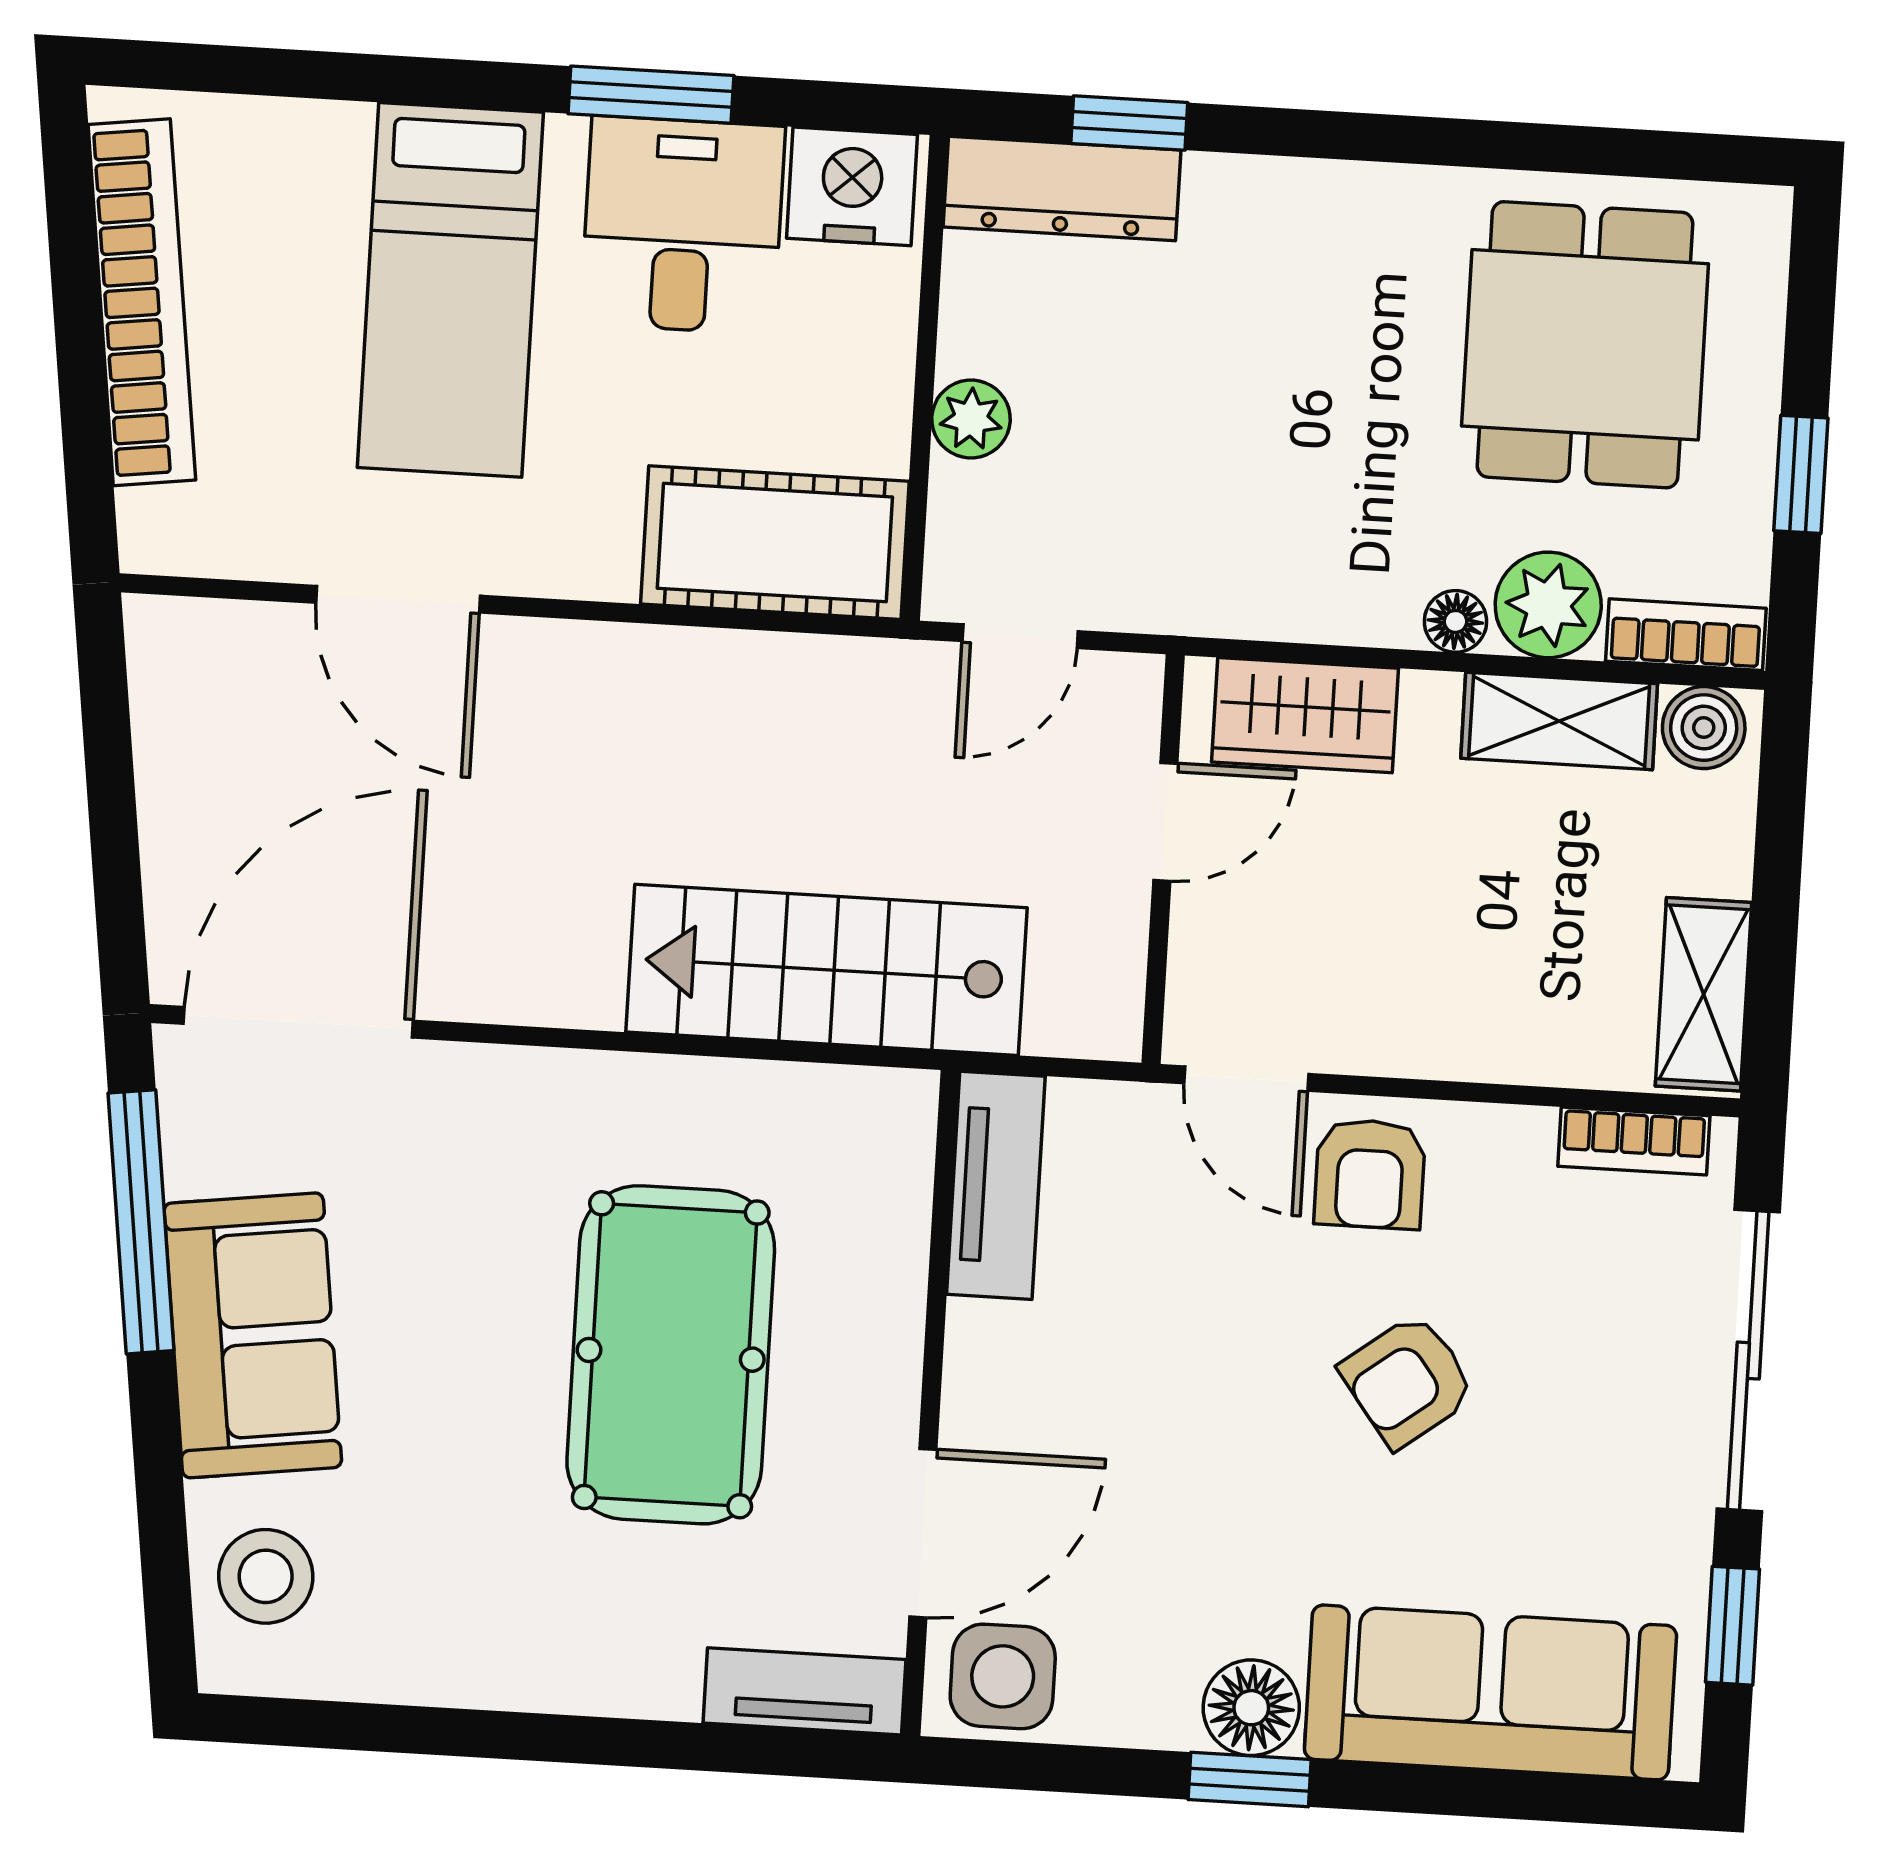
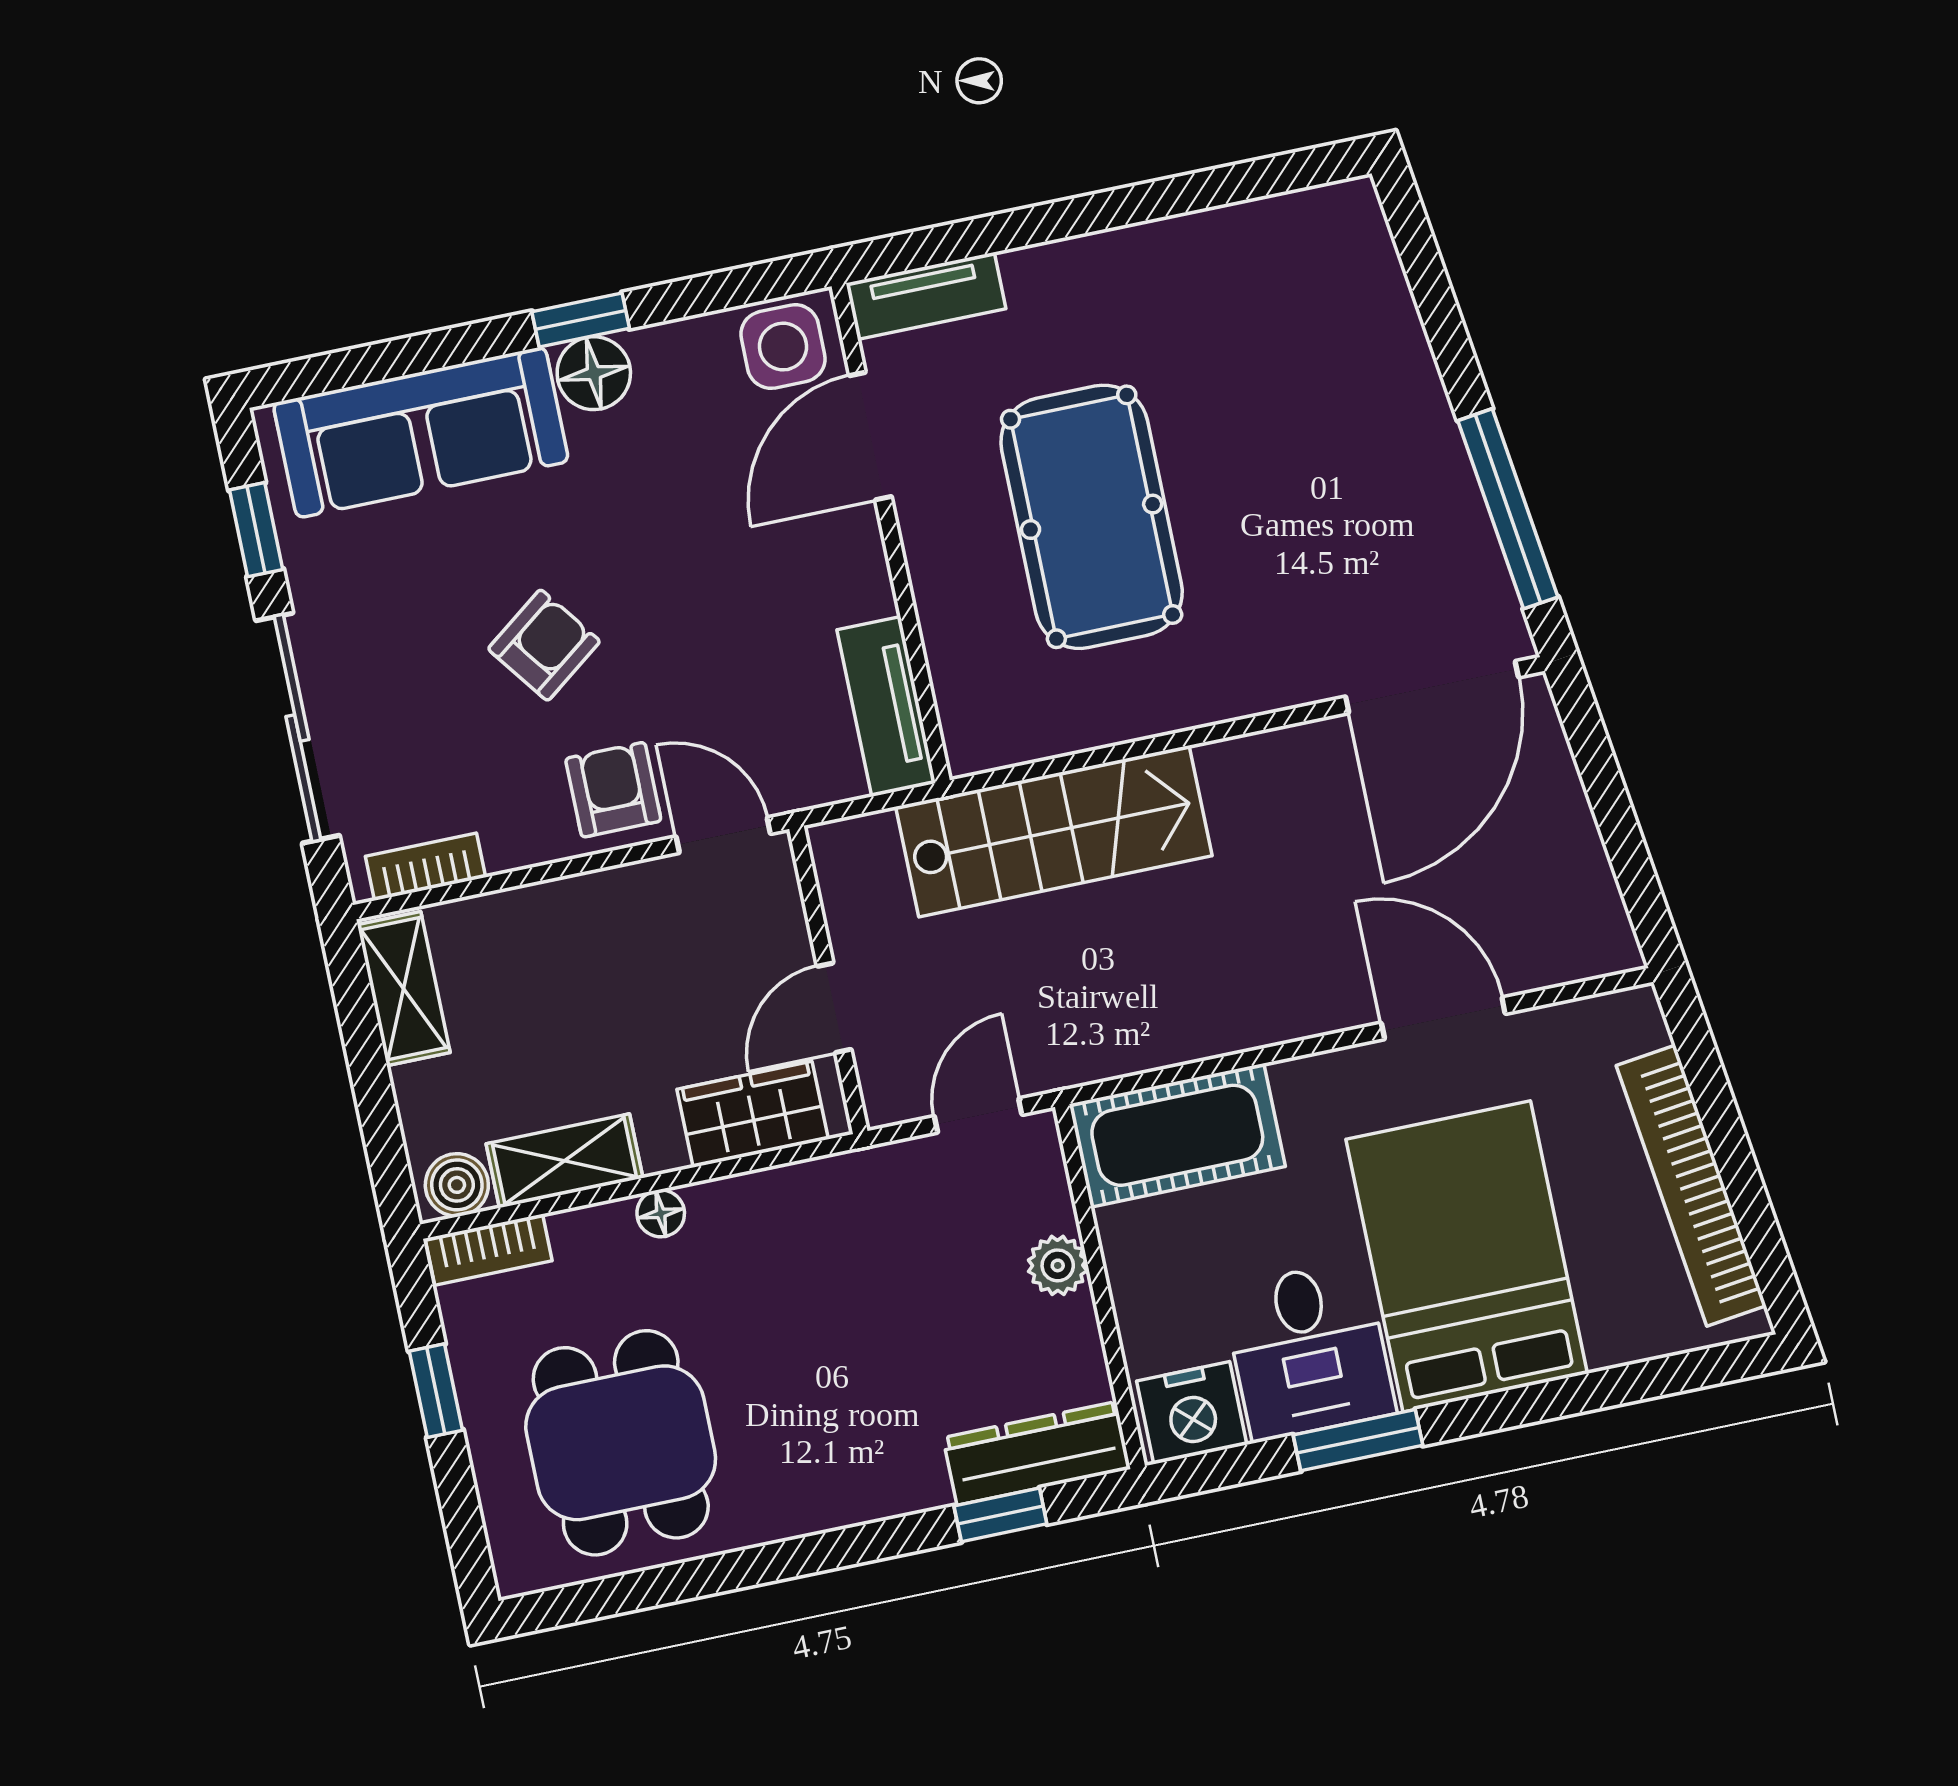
bed: (450, 290) -> (1467, 1256), width x1.50
plant: (1548, 605) -> (596, 1244), removed
sofa: (253, 1335) -> (1403, 448), removed
stool: (266, 1576) -> (1345, 273), removed

